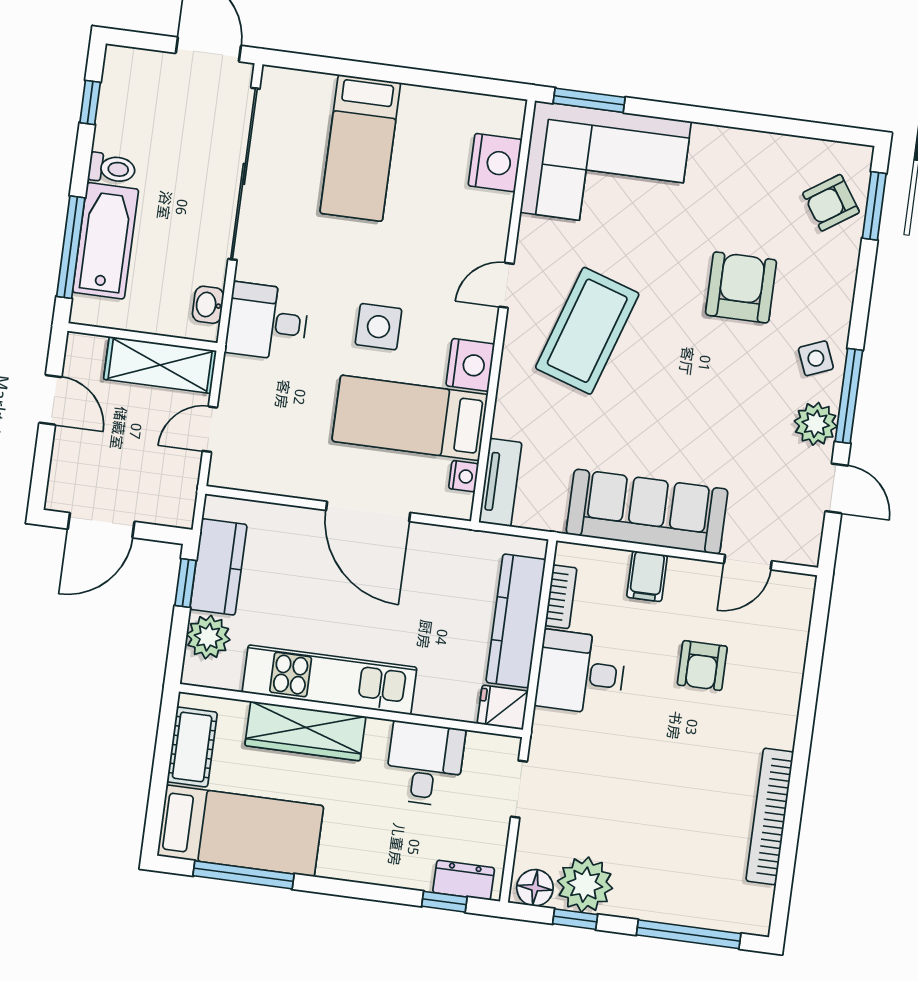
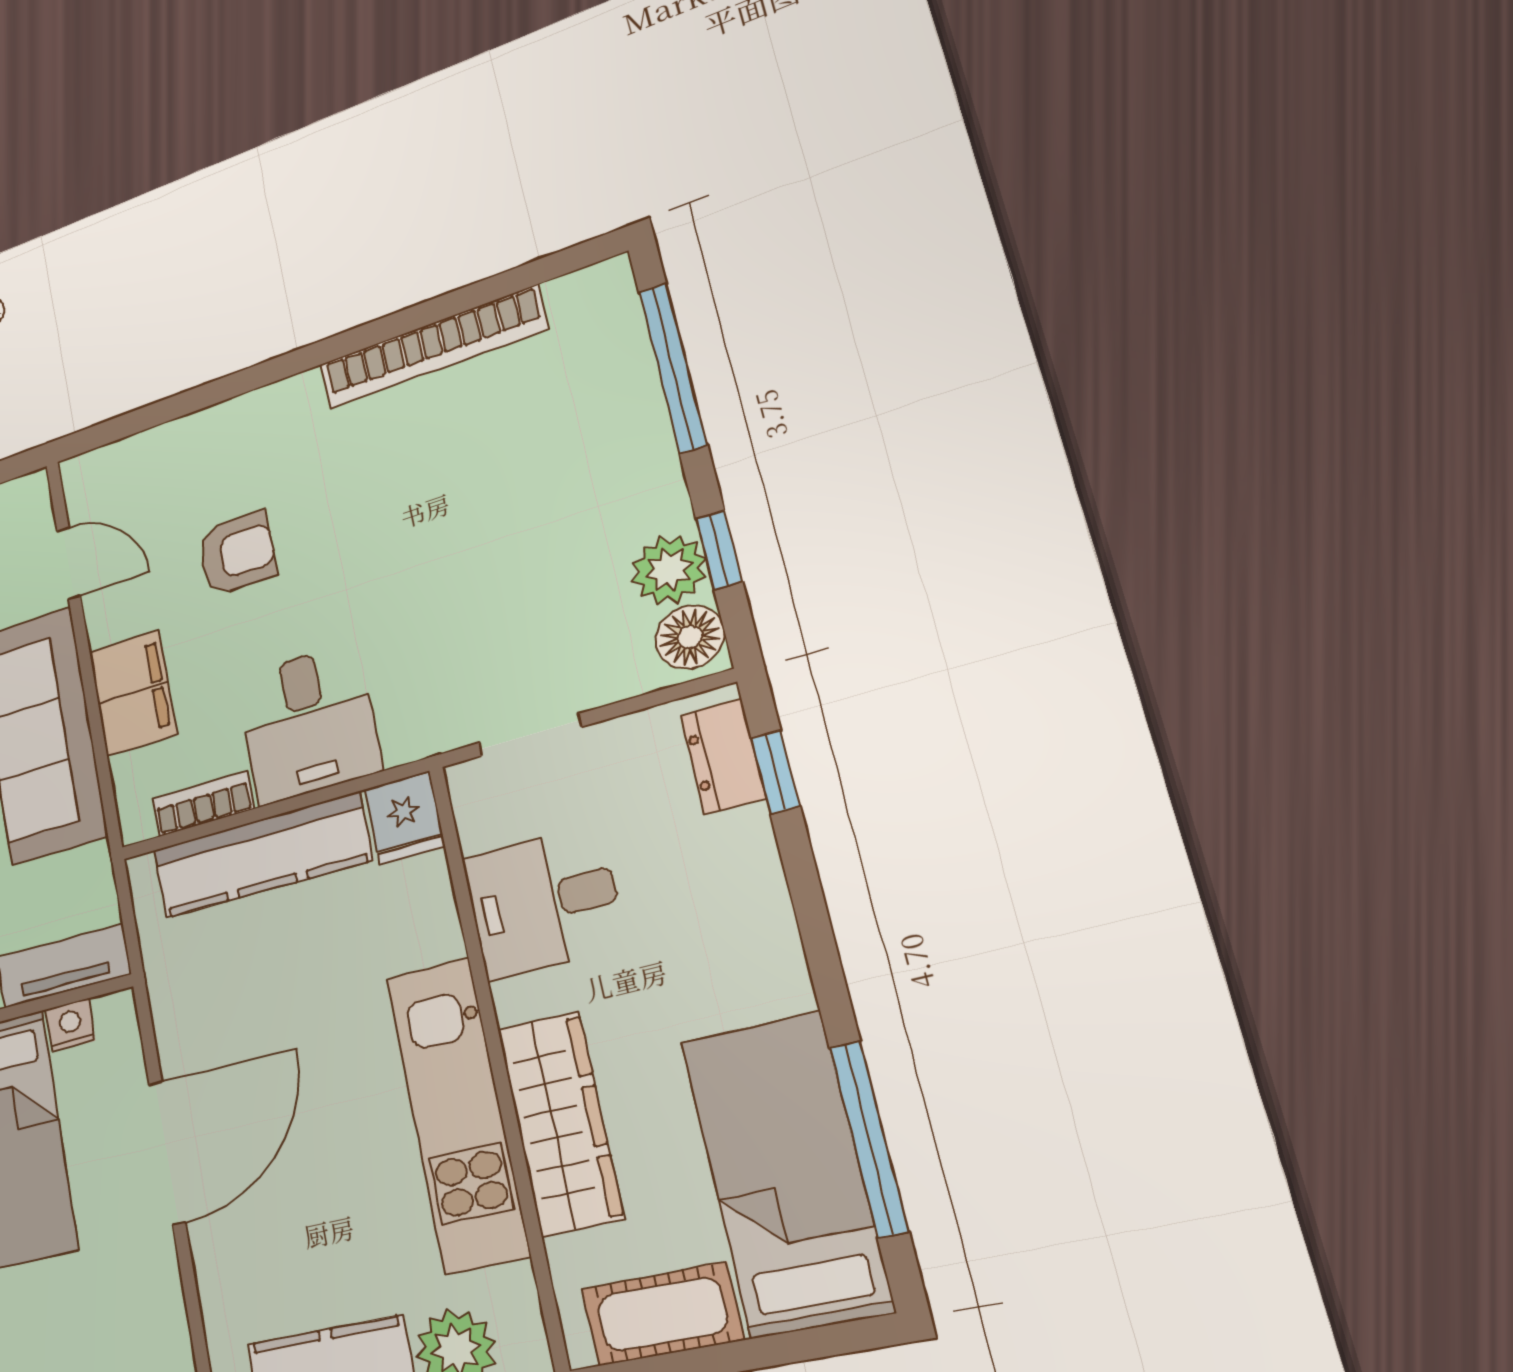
filing cabinet: (647, 576) -> (133, 693), width x2.00
plant: (585, 885) -> (669, 570), width x0.73, depth x0.73

